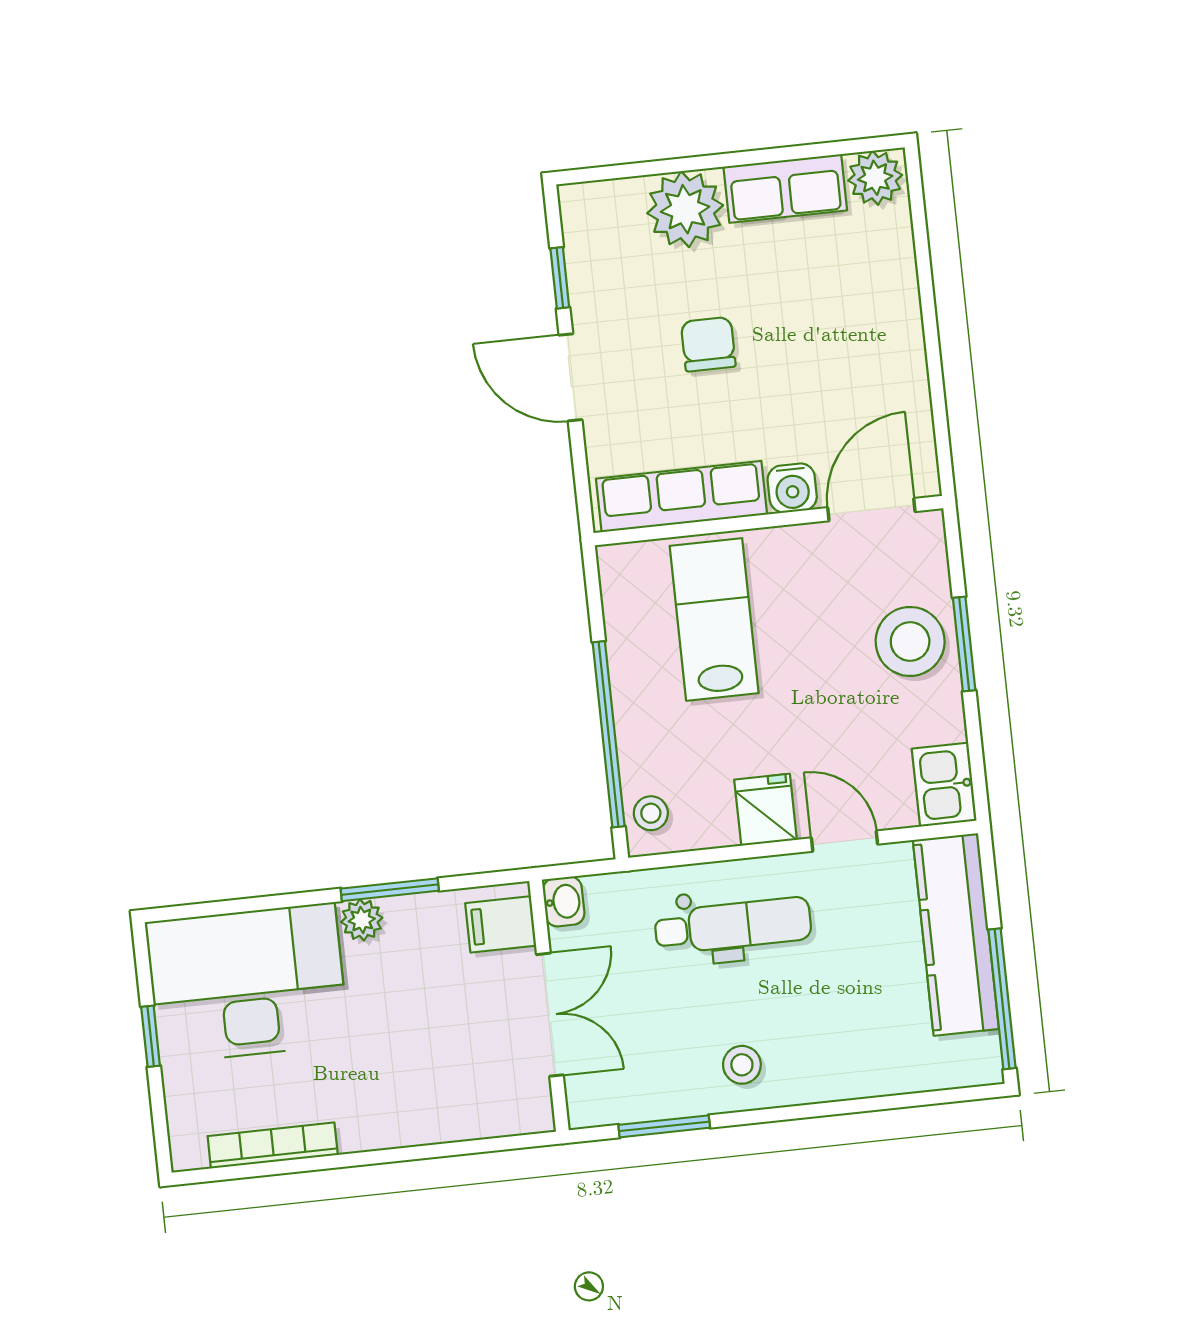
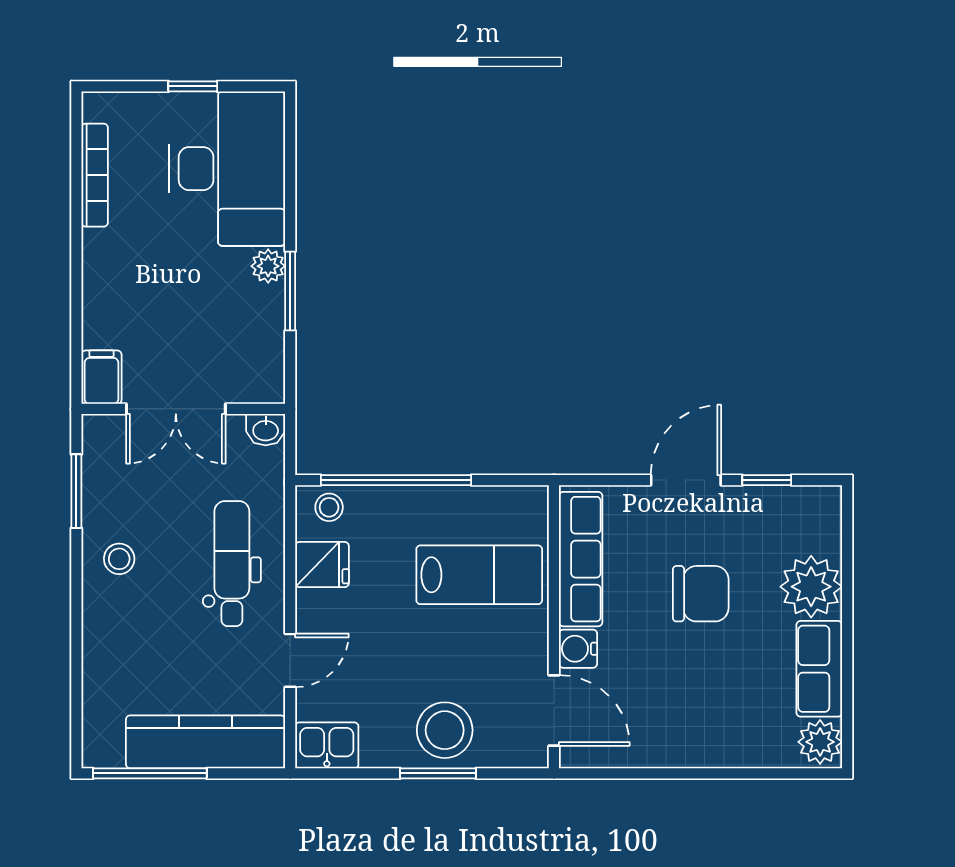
chair: (708, 344) -> (701, 594), width x1.37, depth x1.37
fridge: (766, 810) -> (322, 565), moved
filing cabinet: (501, 924) -> (102, 377), moved
dental chair: (733, 925) -> (232, 564), turned 180

